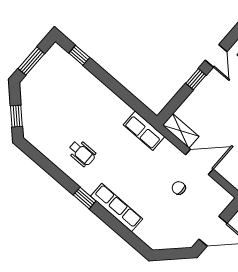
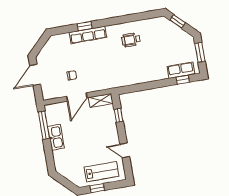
window: (196, 79) -> (119, 115), moved
row of seats: (144, 131) -> (181, 70), moved
window: (85, 198) -> (85, 26), moved

